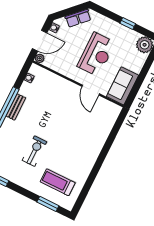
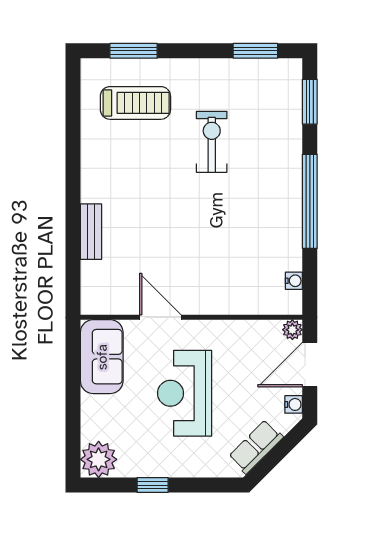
bench: (16, 107) -> (91, 232), moved
exercise bike: (34, 151) -> (212, 142), turned 180

